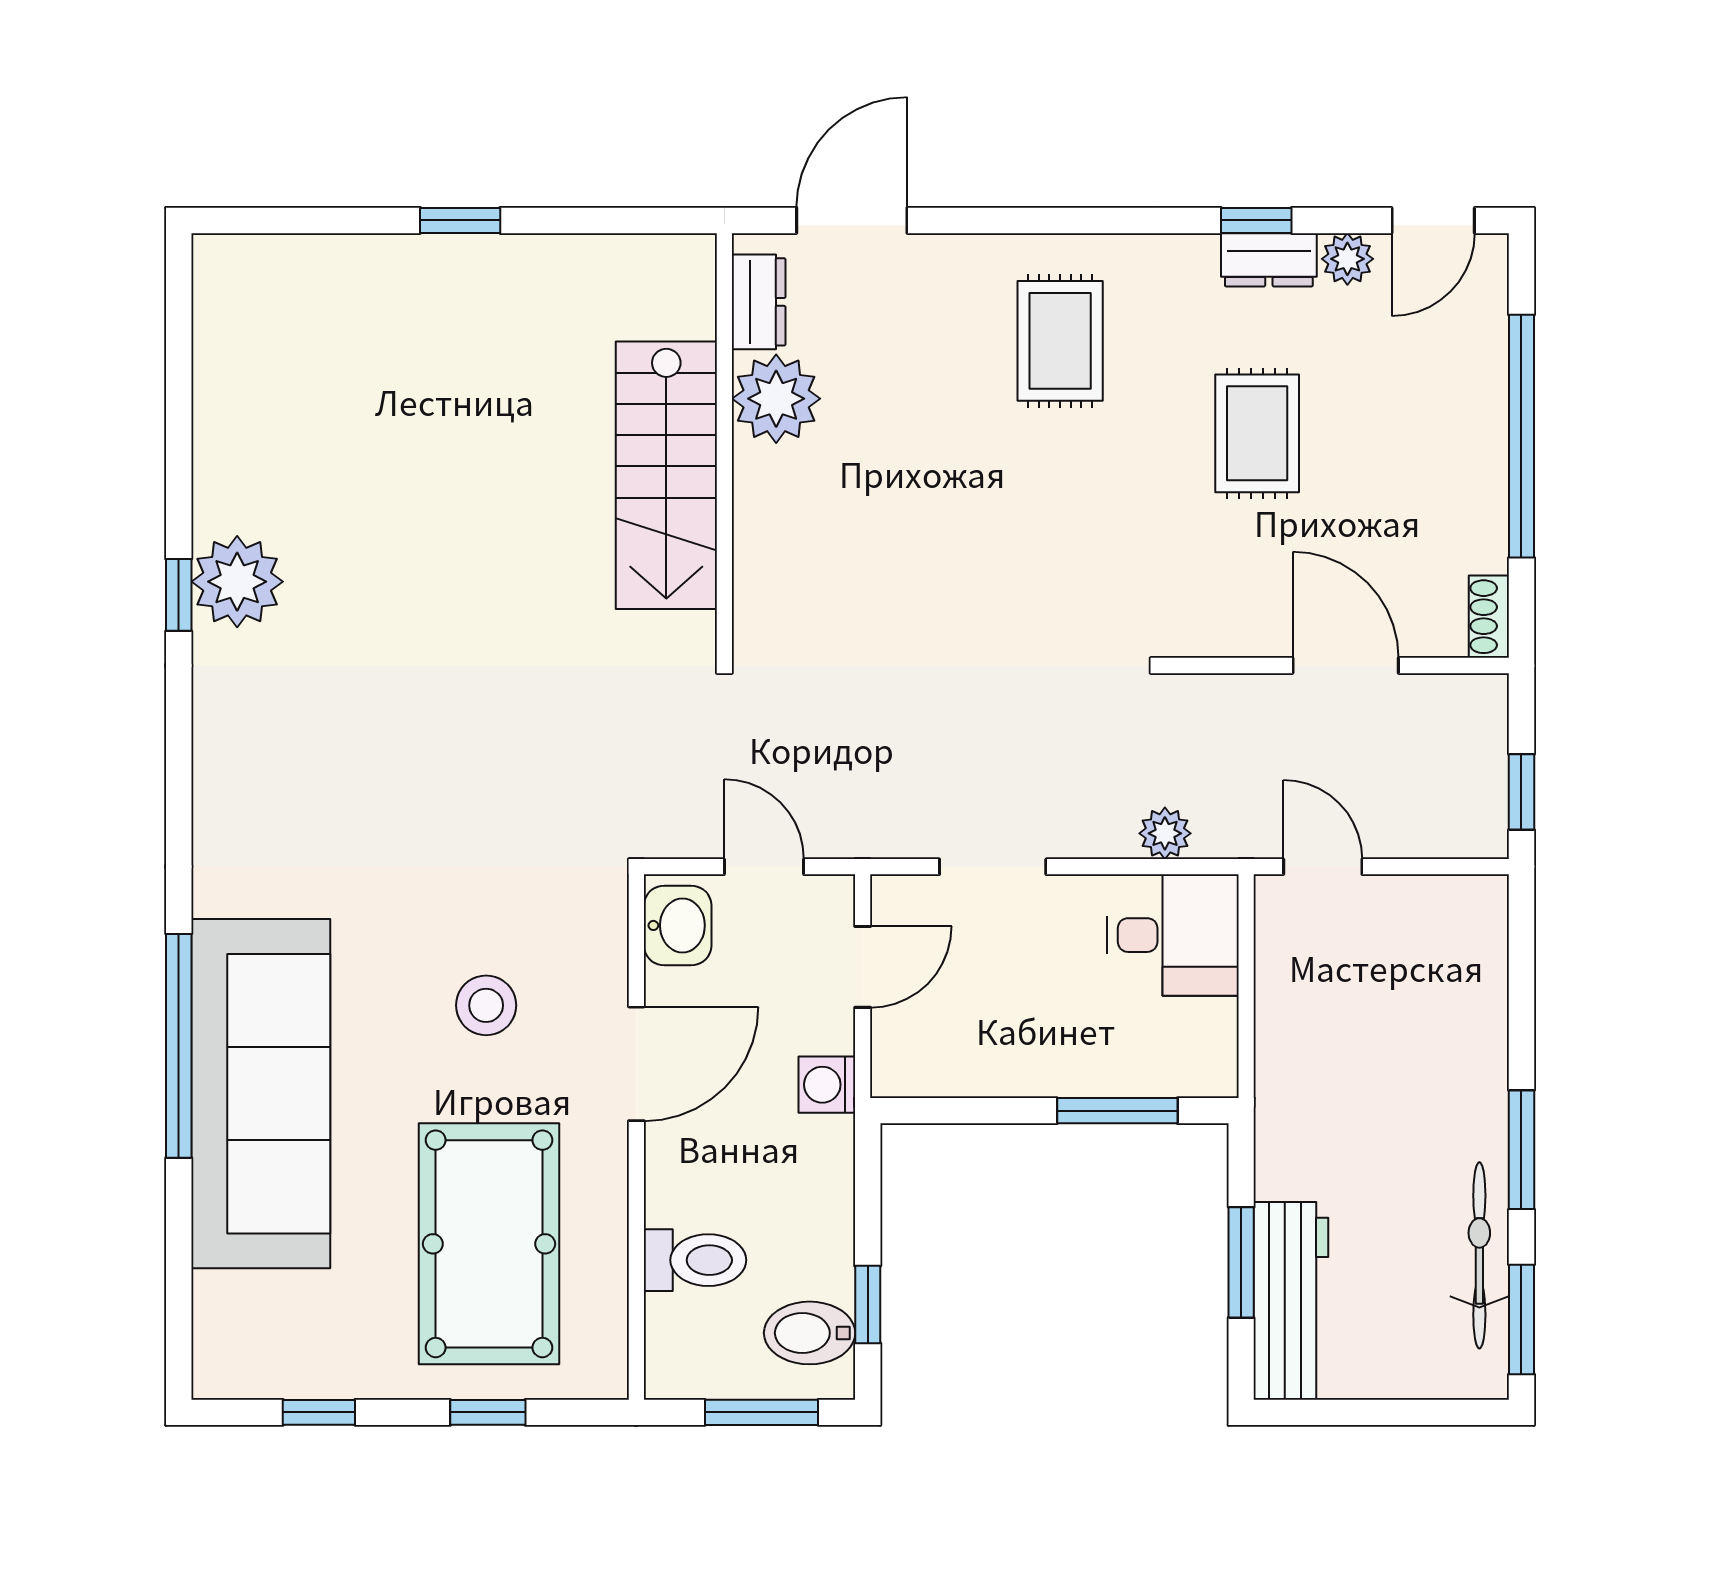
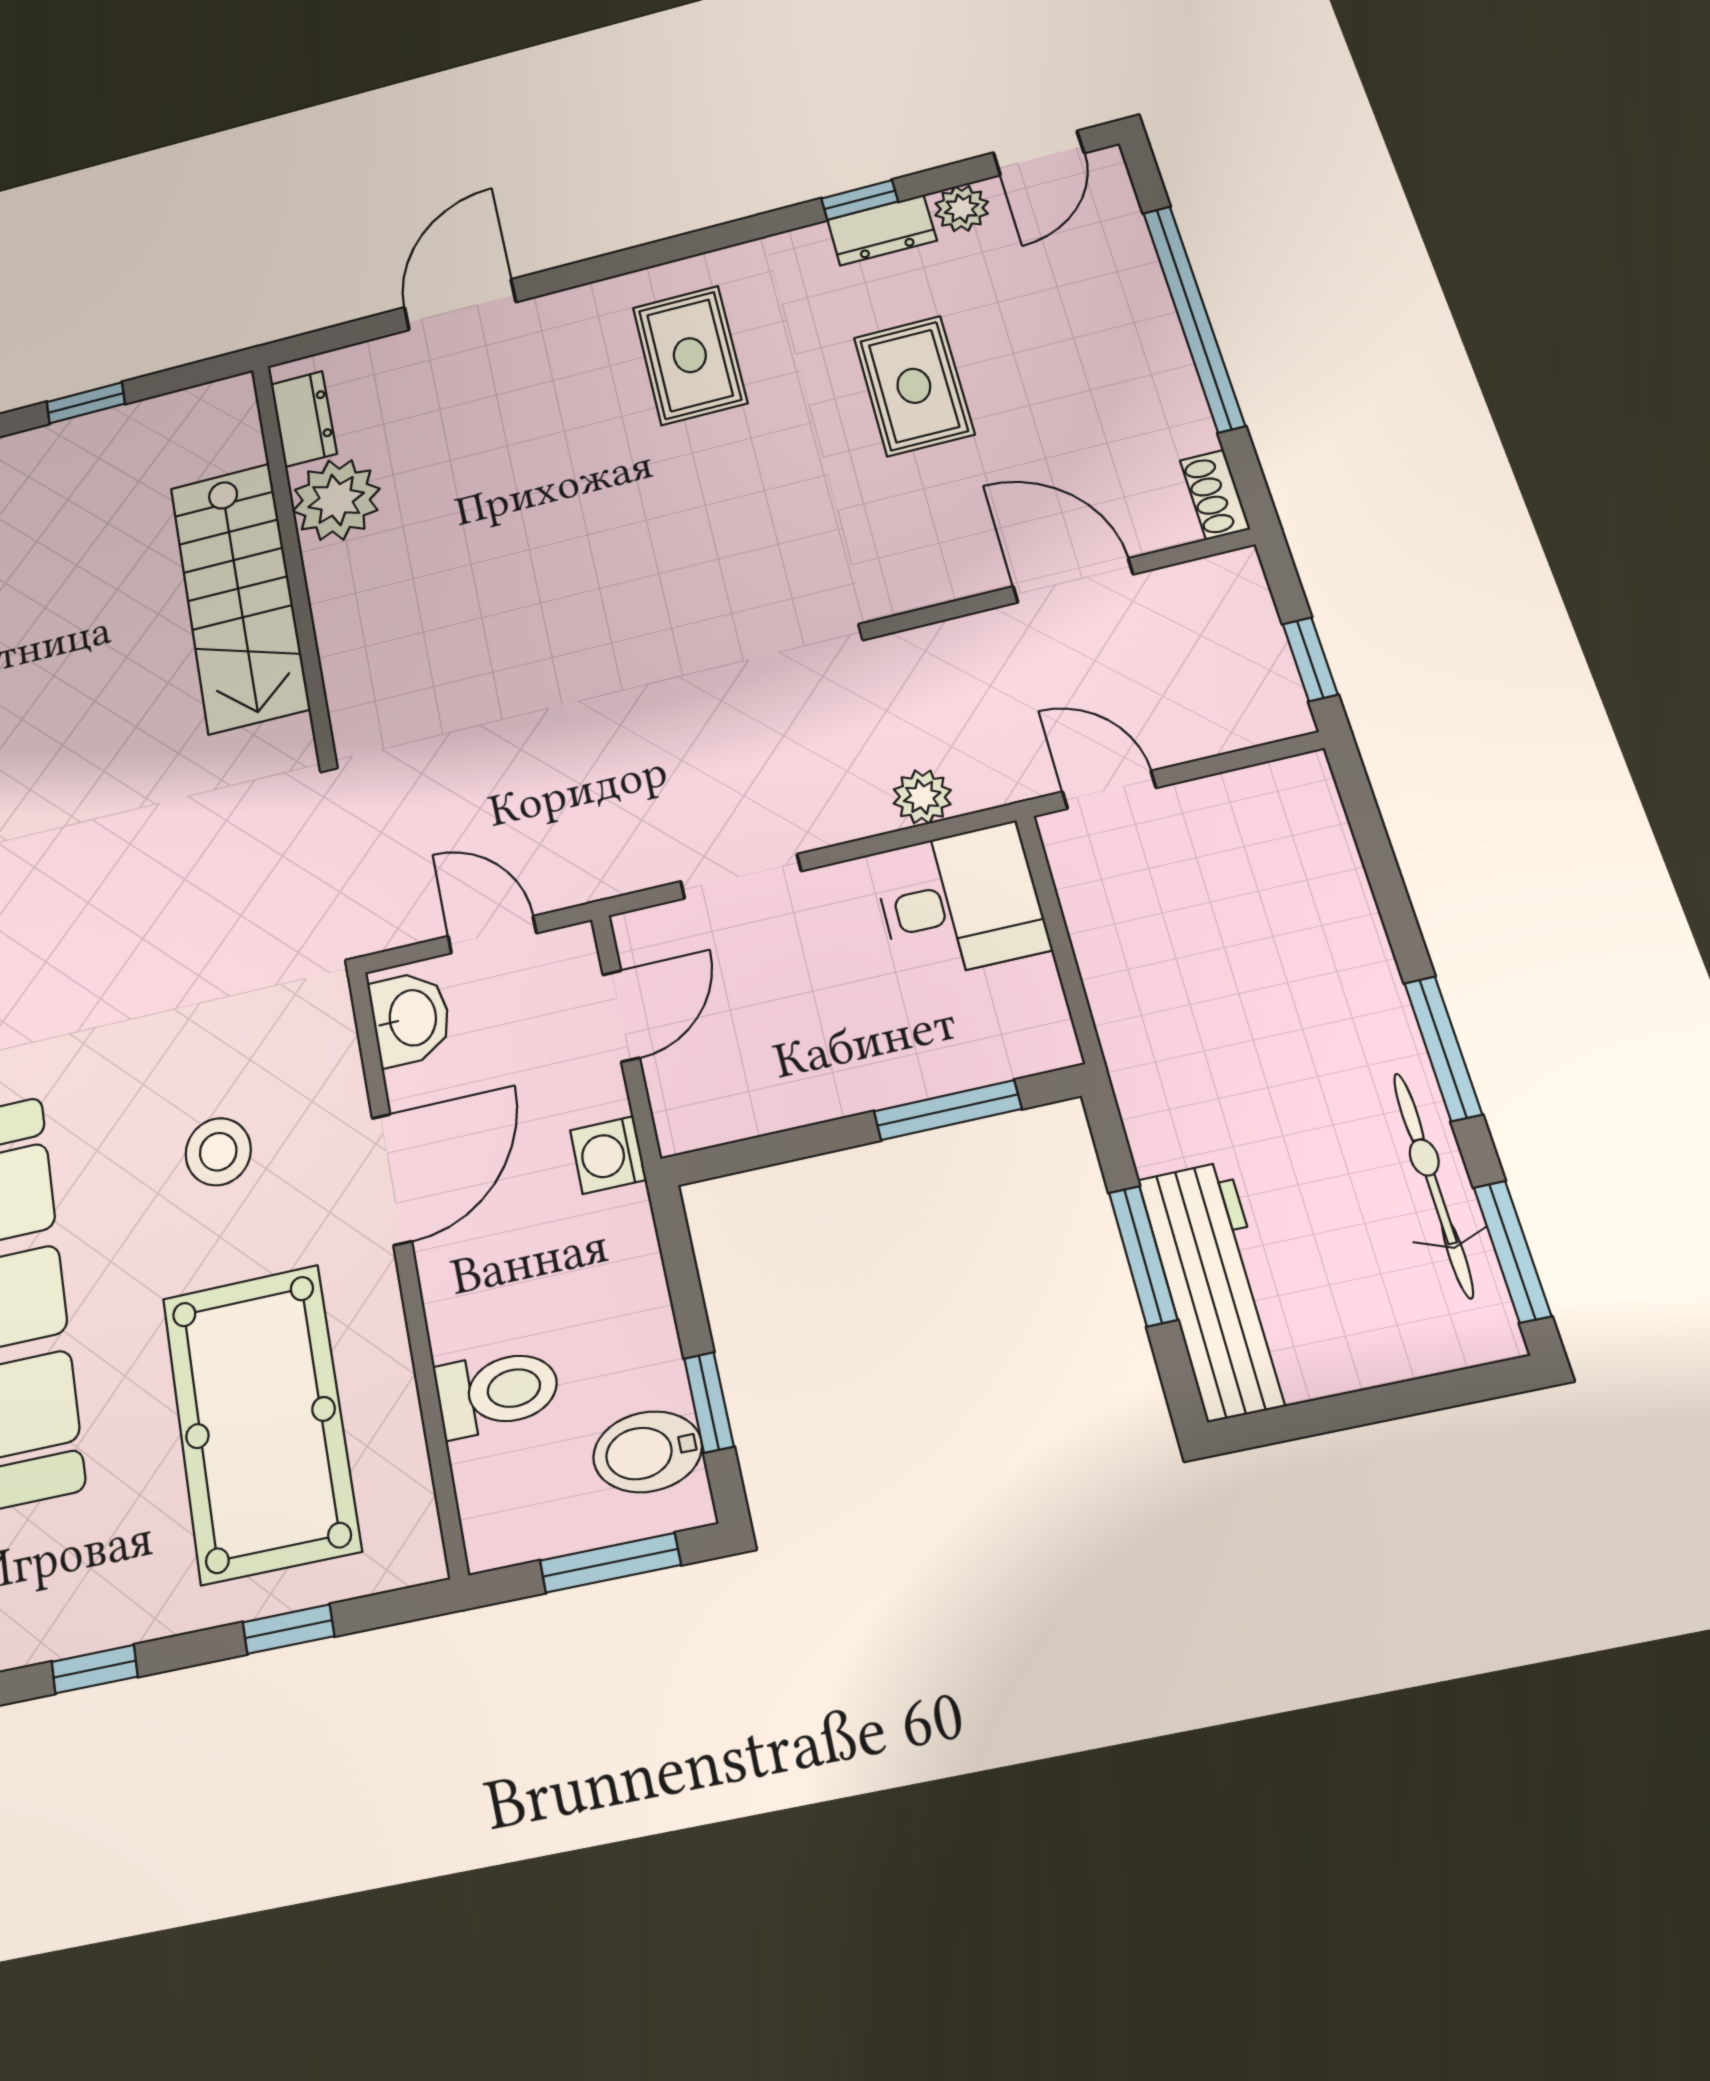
dresser: (759, 302) -> (304, 419), moved
plant: (776, 399) -> (336, 500), moved
wall: (724, 445) -> (292, 555), moved
stairs: (666, 475) -> (239, 597), moved

